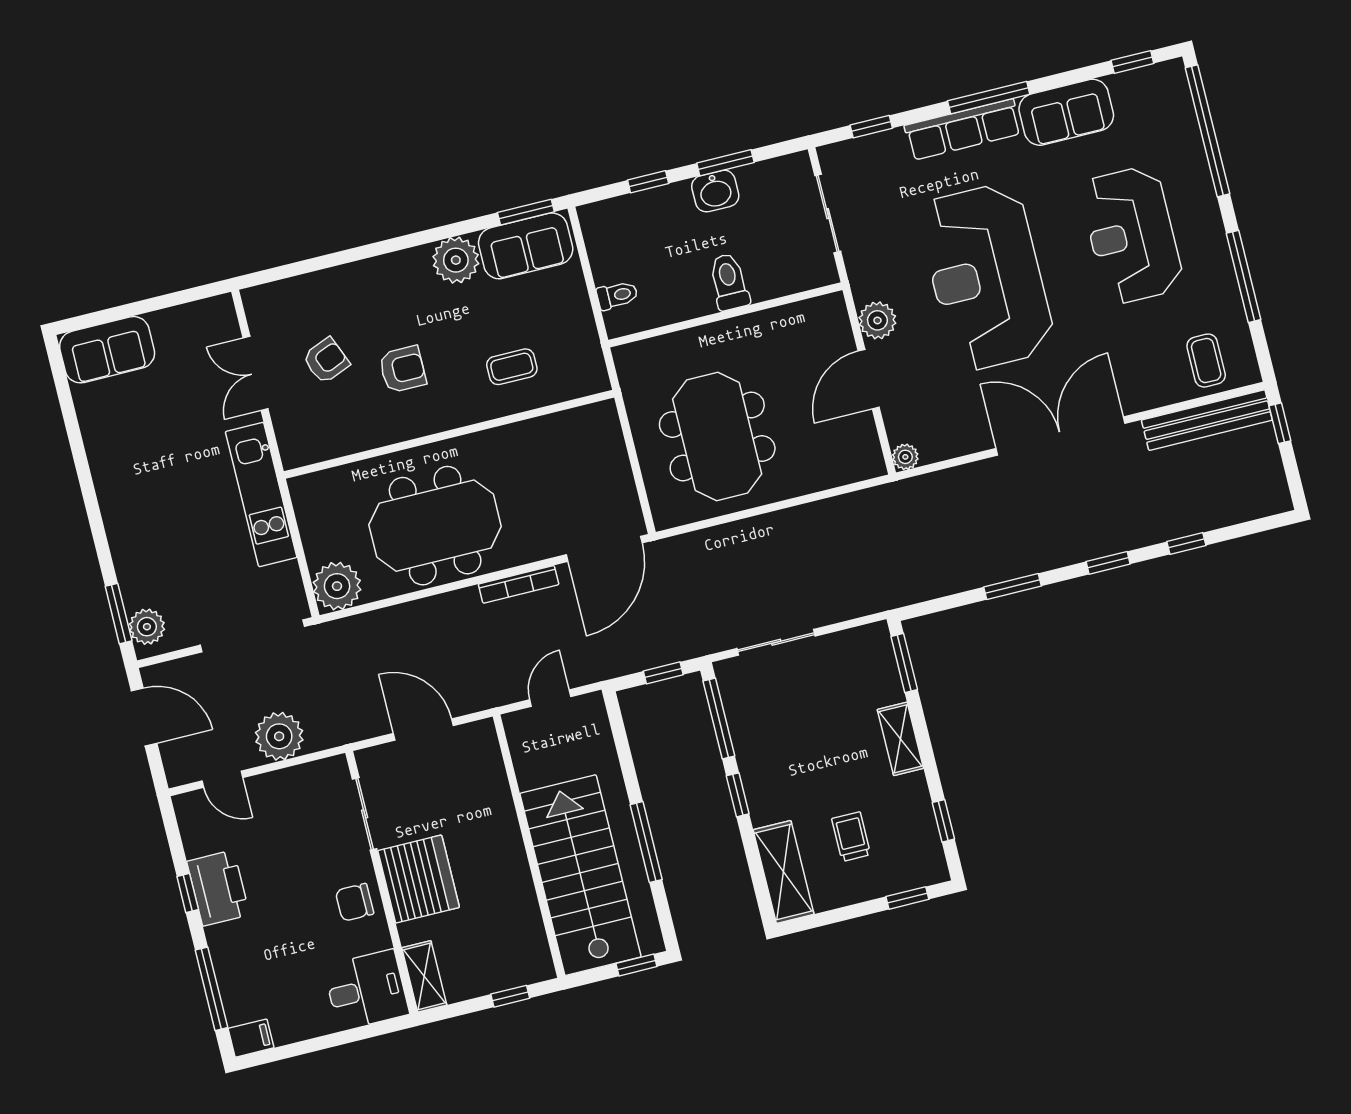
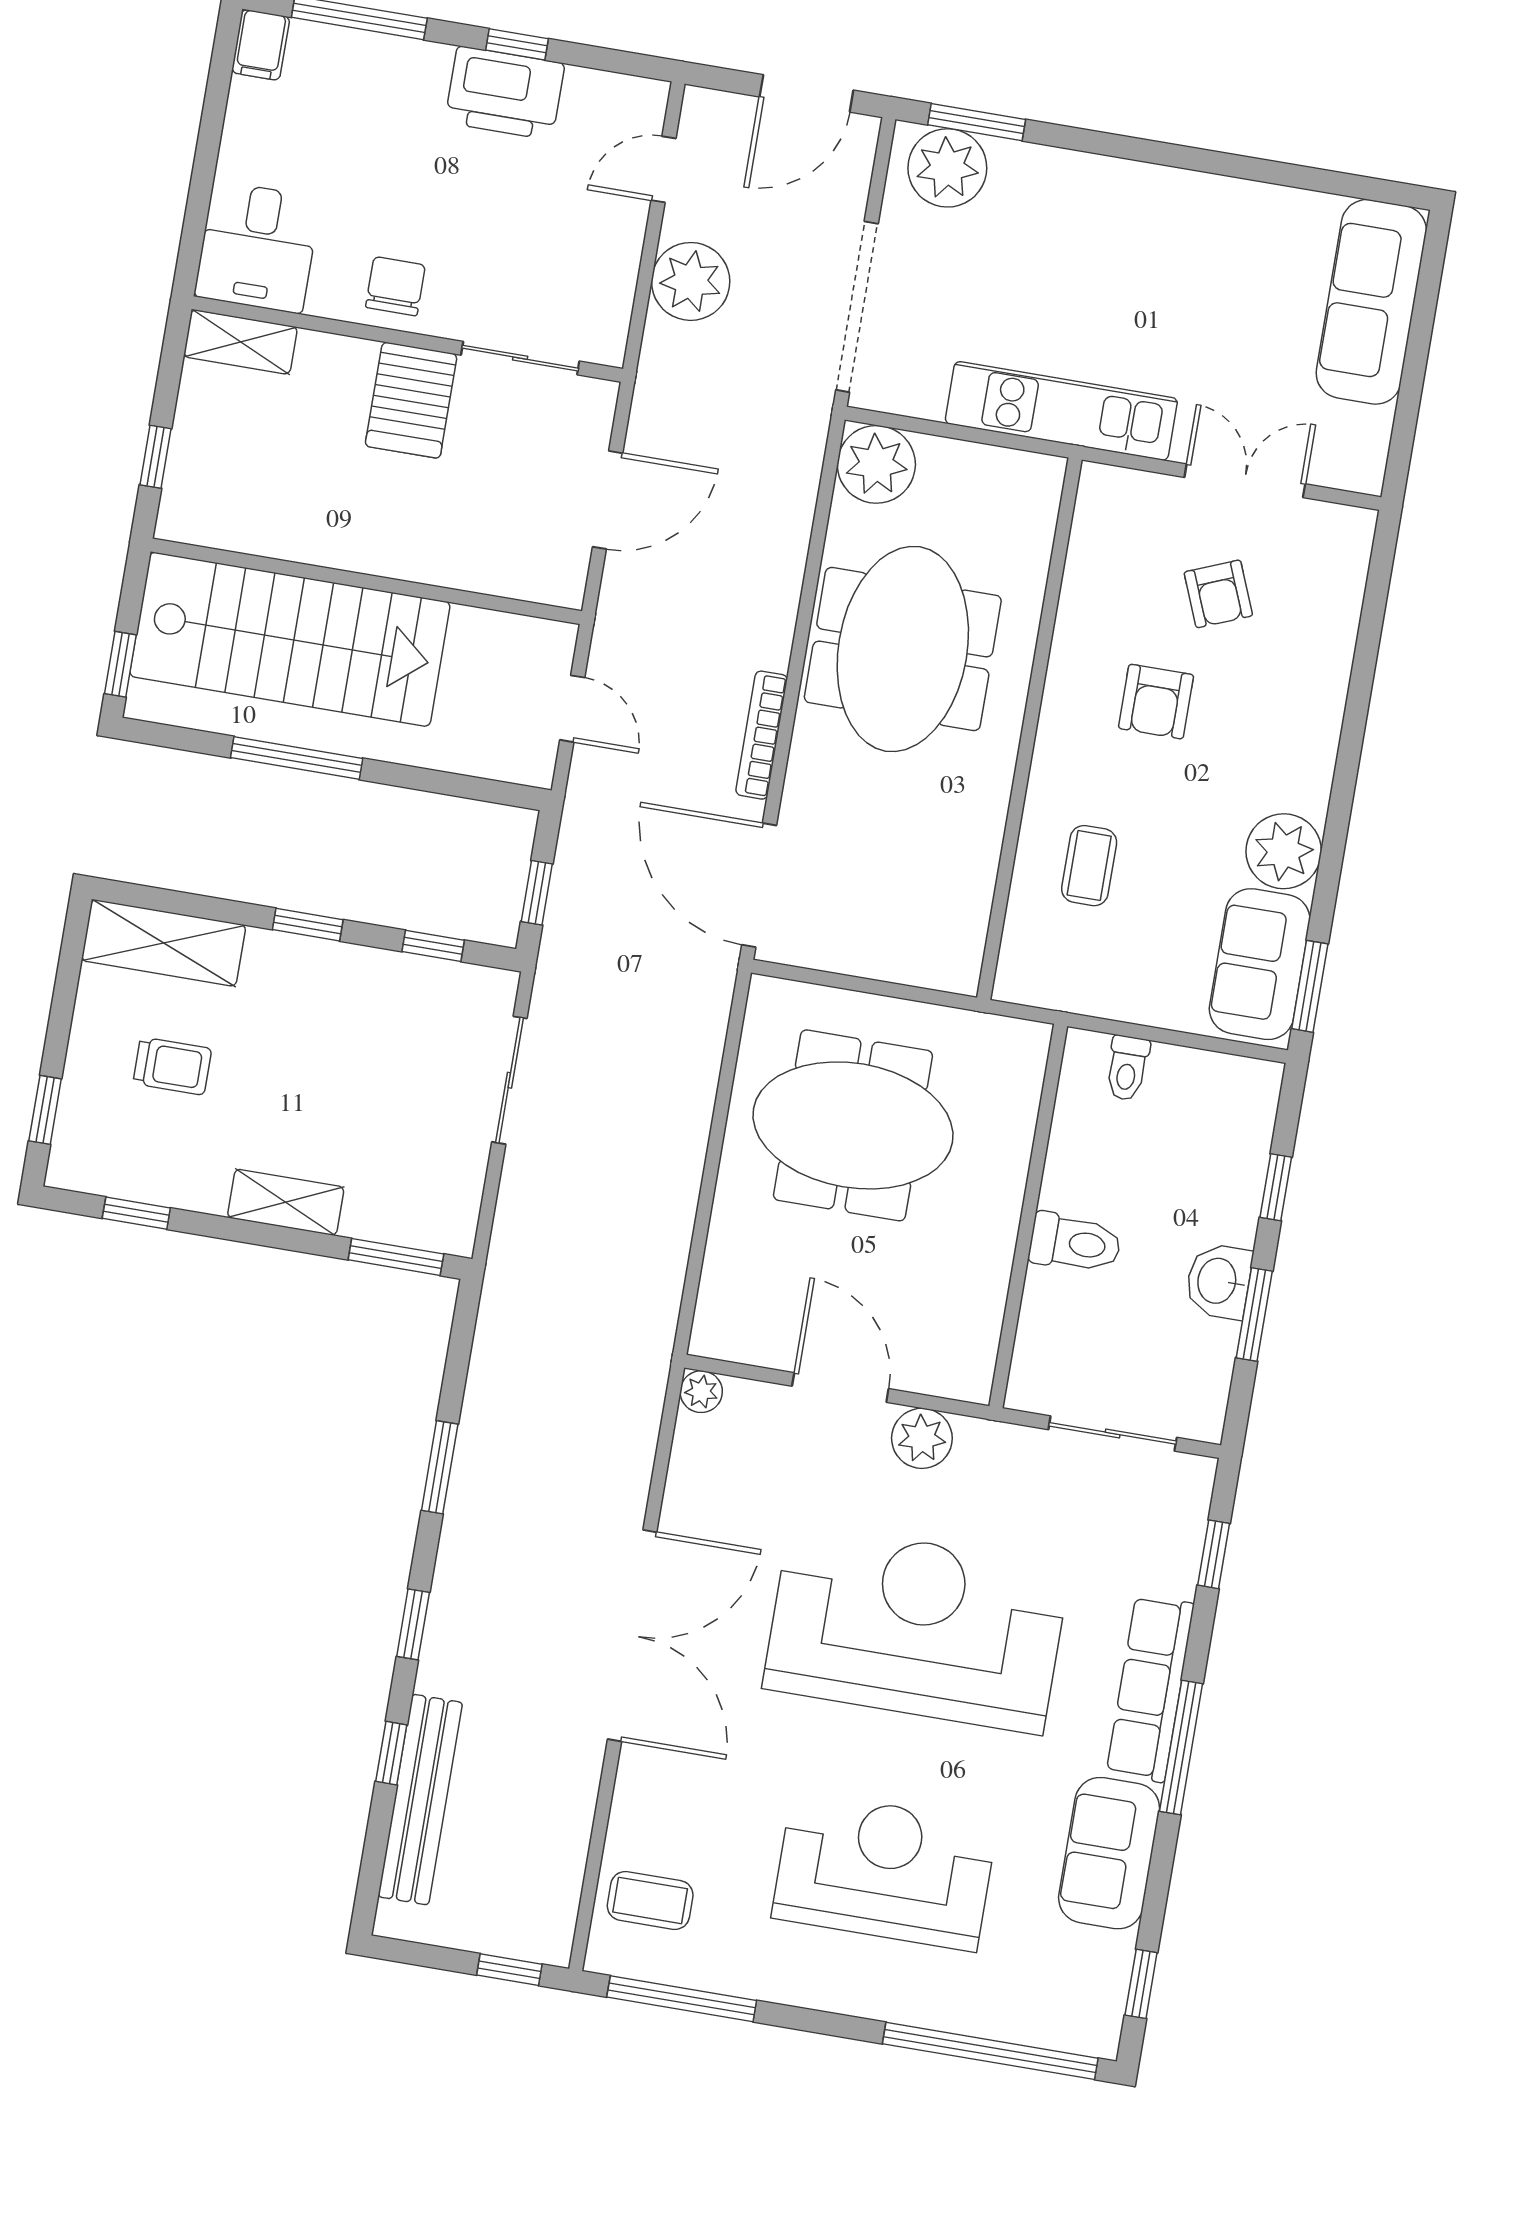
window: (1244, 276) -> (682, 1999), moved
sofa: (107, 350) -> (1371, 302), width x1.36
bench: (1207, 420) -> (420, 1800), moved
plant: (147, 627) -> (947, 168), width x1.36, depth x1.36
window: (719, 718) -> (433, 946), width x0.46
server rack: (419, 879) -> (411, 400), width x0.62

